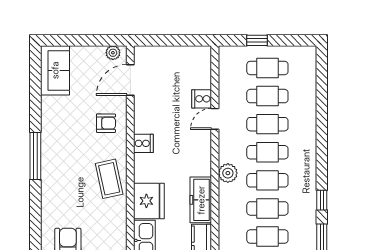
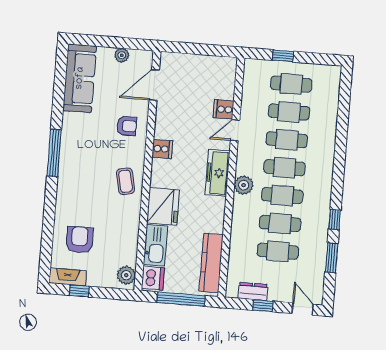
plant: (113, 53) -> (122, 55), moved
sofa: (55, 70) -> (80, 78), width x1.36
coffee table: (109, 179) -> (125, 181), width x0.73, depth x0.77
freezer: (201, 200) -> (218, 173), moved

